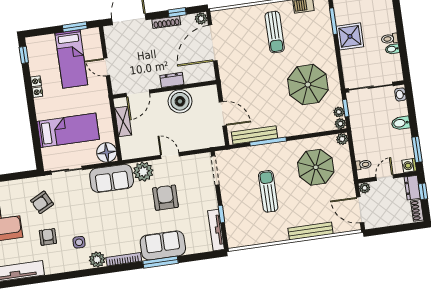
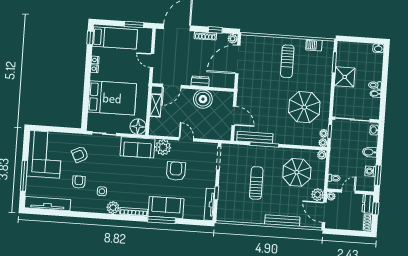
bed: (71, 59) -> (115, 38), moved, turned -90
bed: (68, 130) -> (112, 98), width x1.50
washing machine: (409, 165) -> (370, 171), moved
plant: (347, 189) -> (317, 195), added

